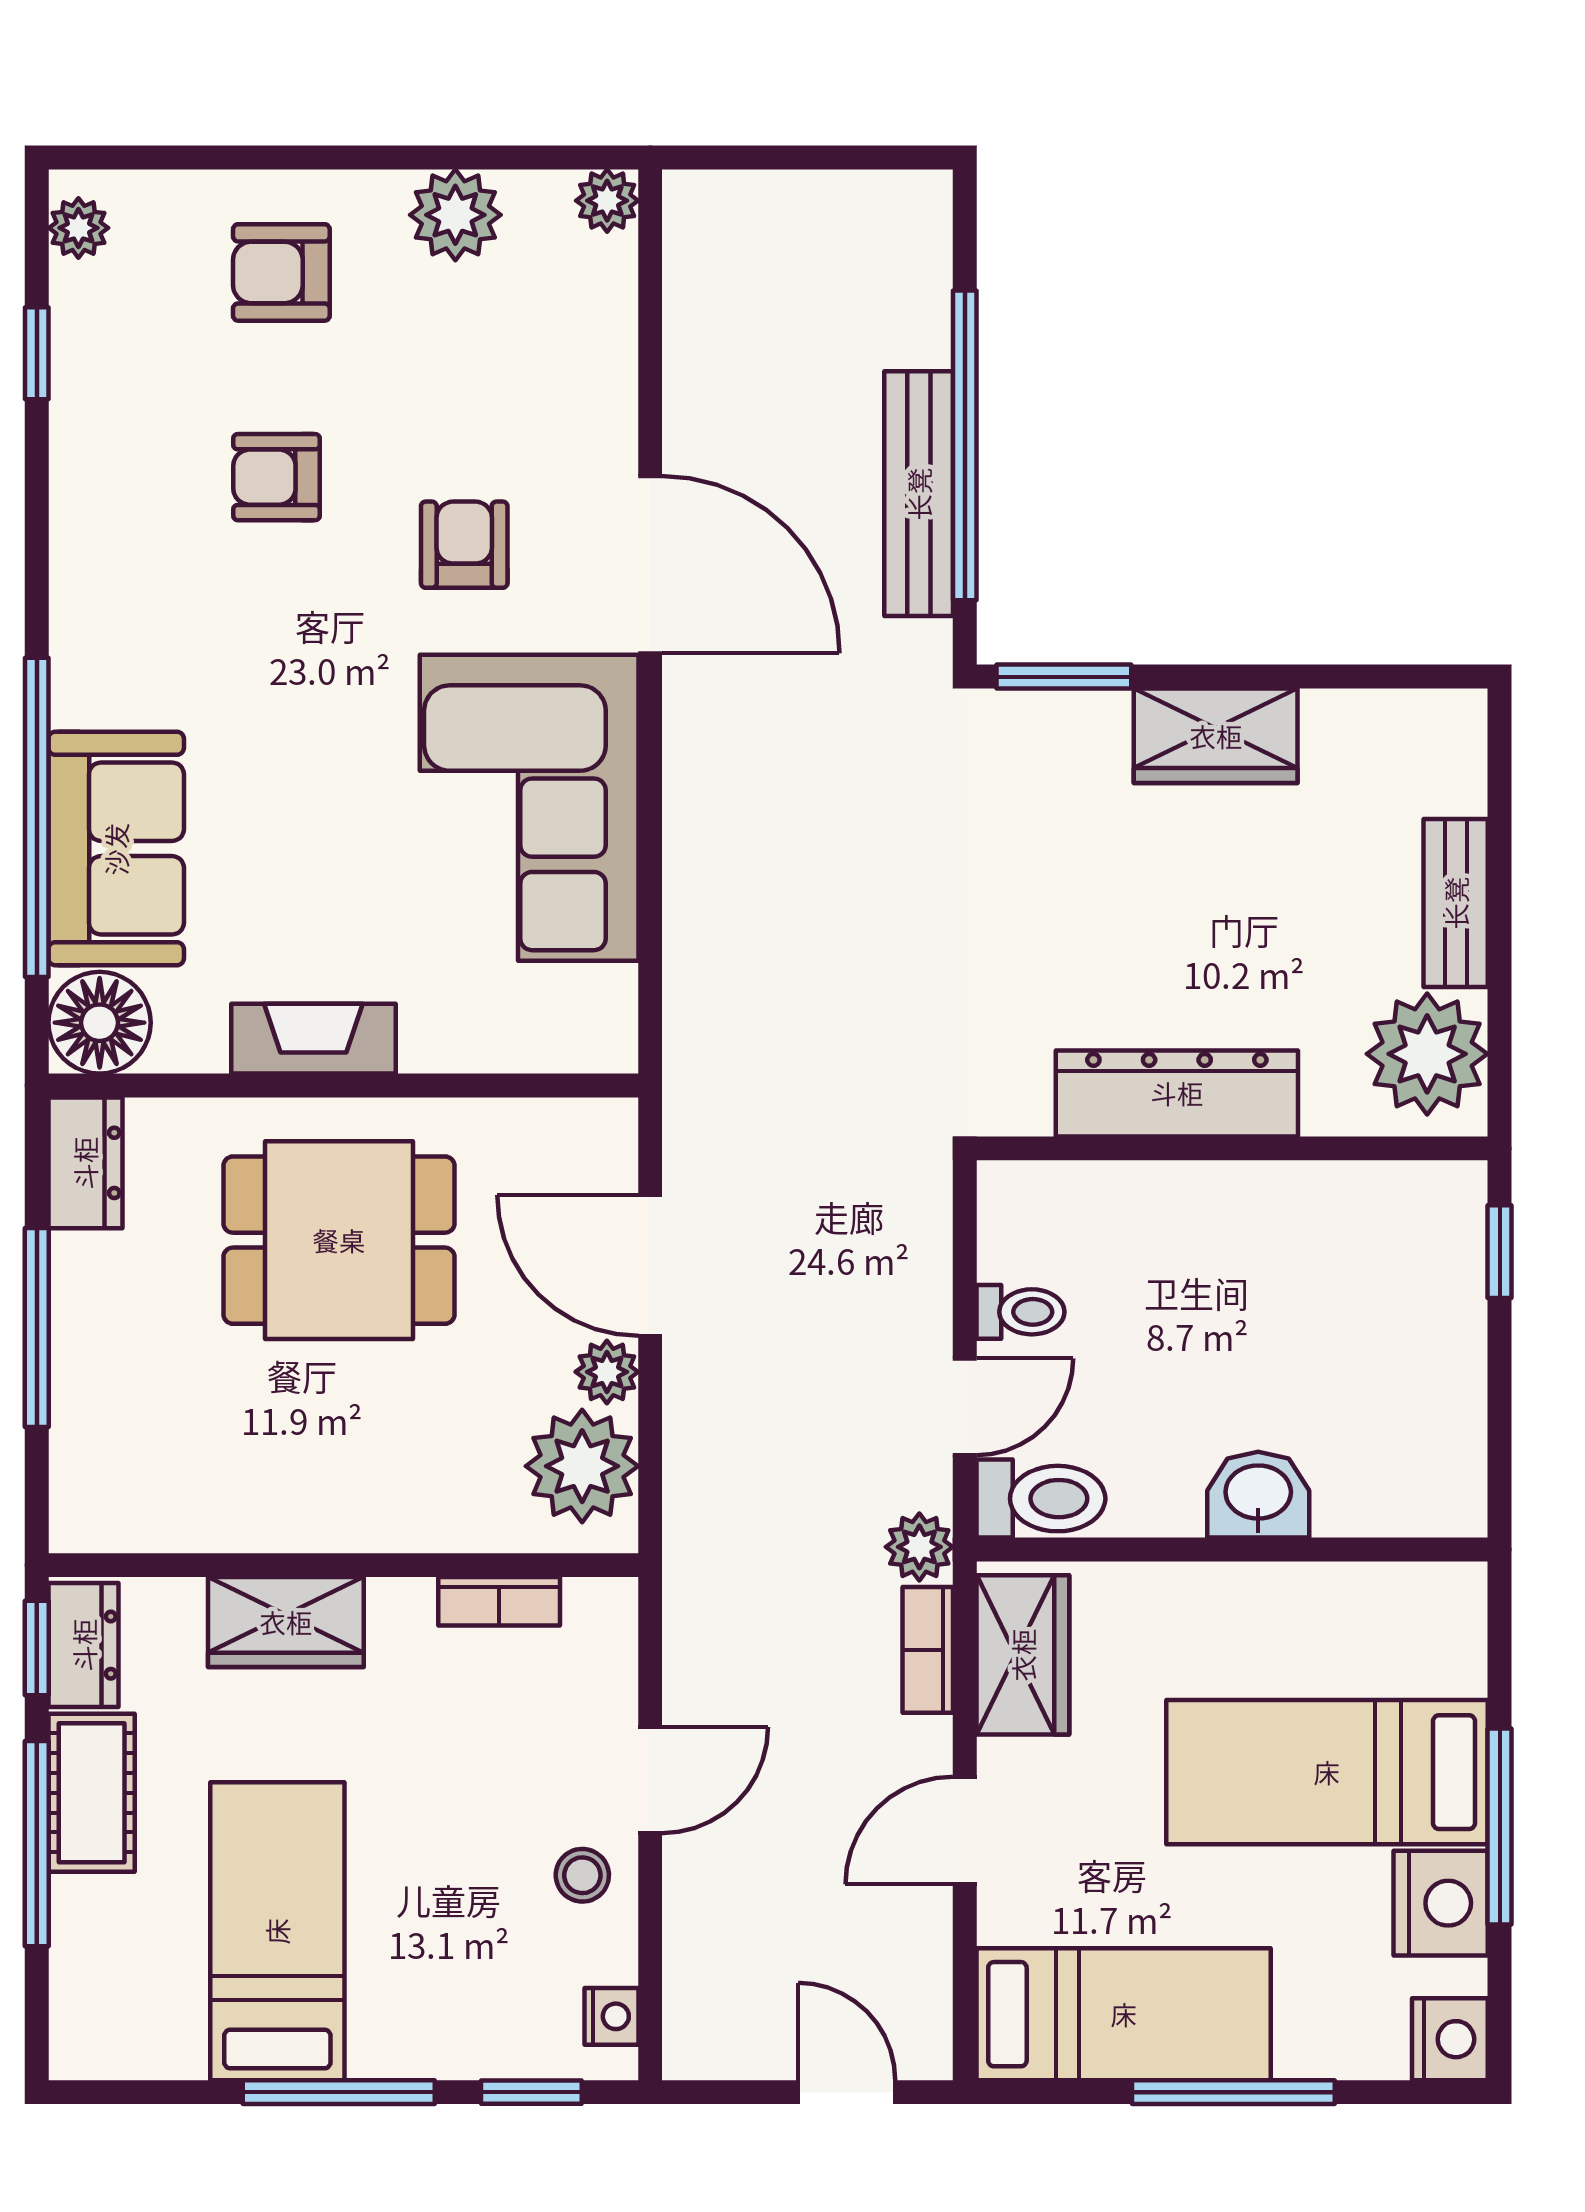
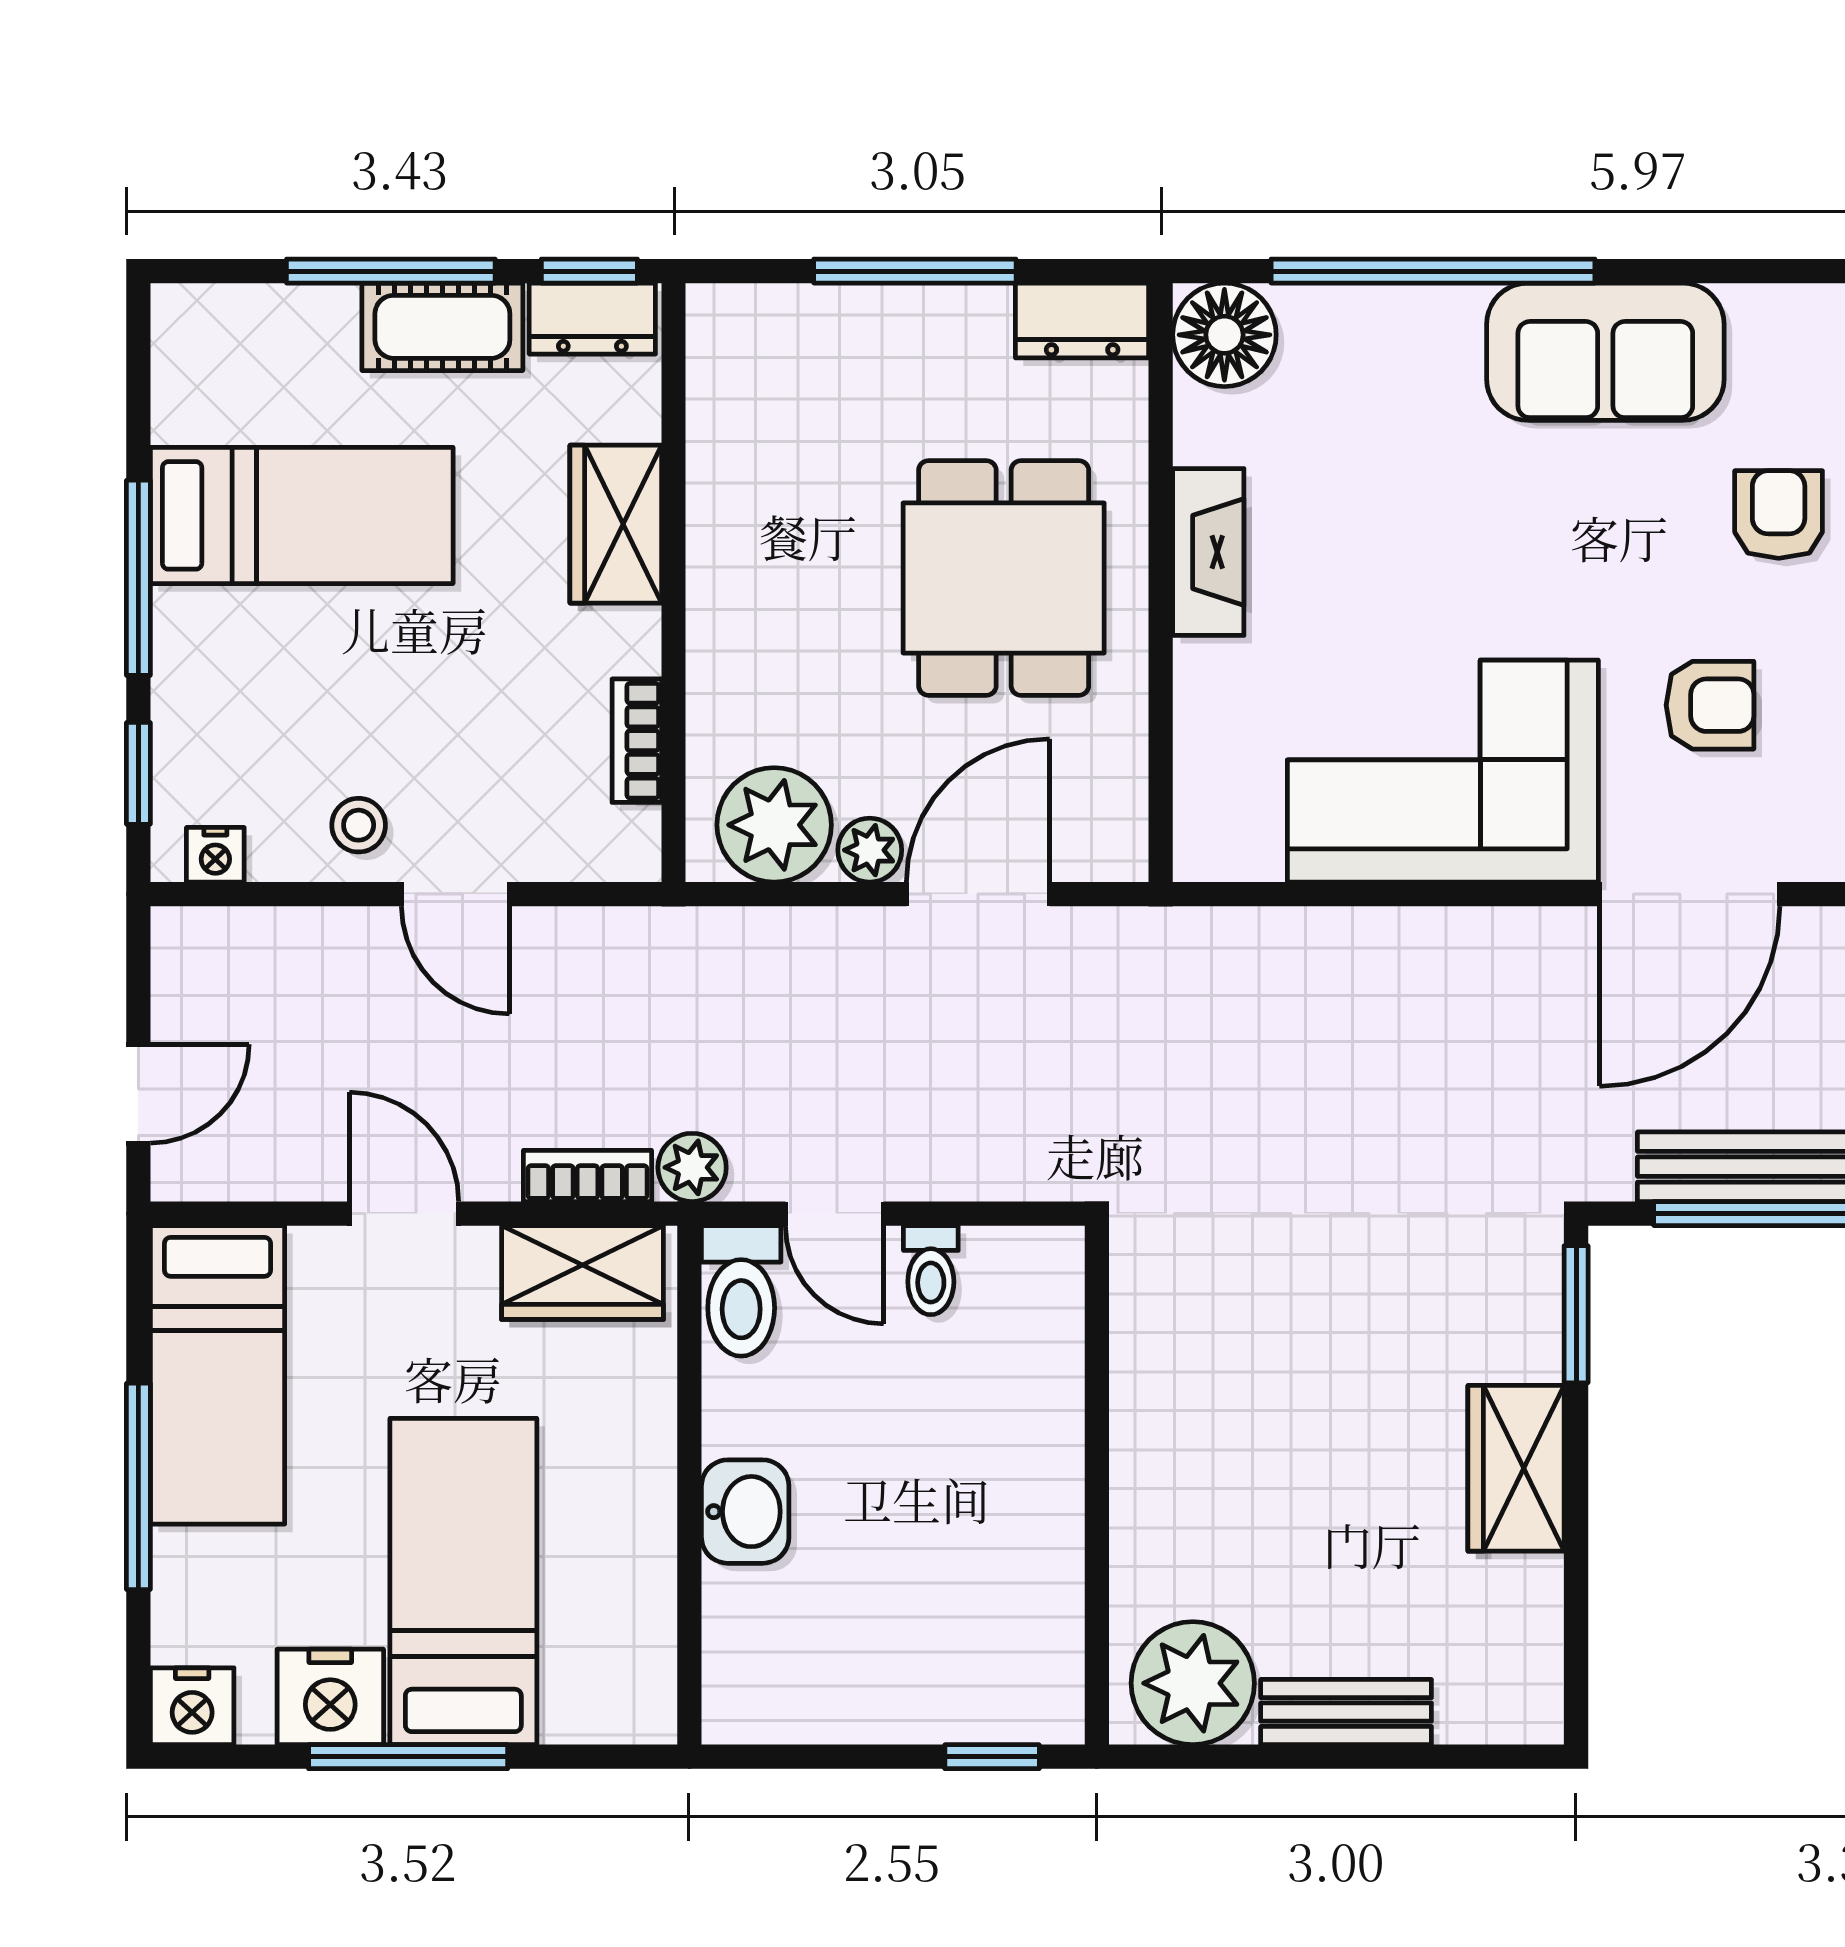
sofa: (116, 849) -> (1605, 352), moved
dresser: (1177, 1093) -> (1153, 1429), removed

